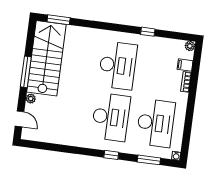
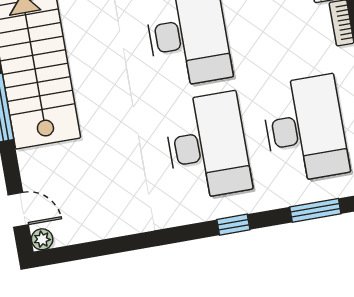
plant: (31, 99) -> (42, 239), moved

